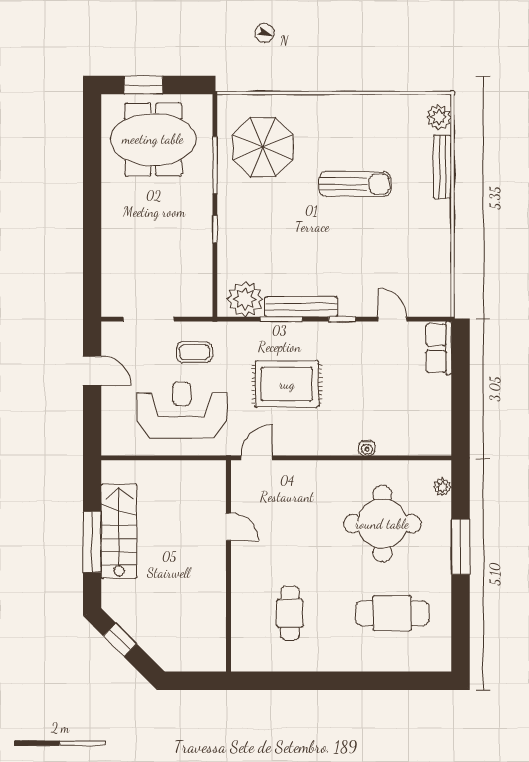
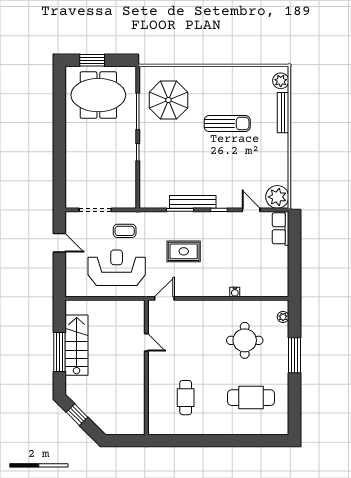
plant: (245, 299) -> (277, 197), moved
rug: (287, 384) -> (184, 251), width x0.73, depth x0.70
round table: (382, 524) -> (245, 340), width x0.73, depth x0.73

